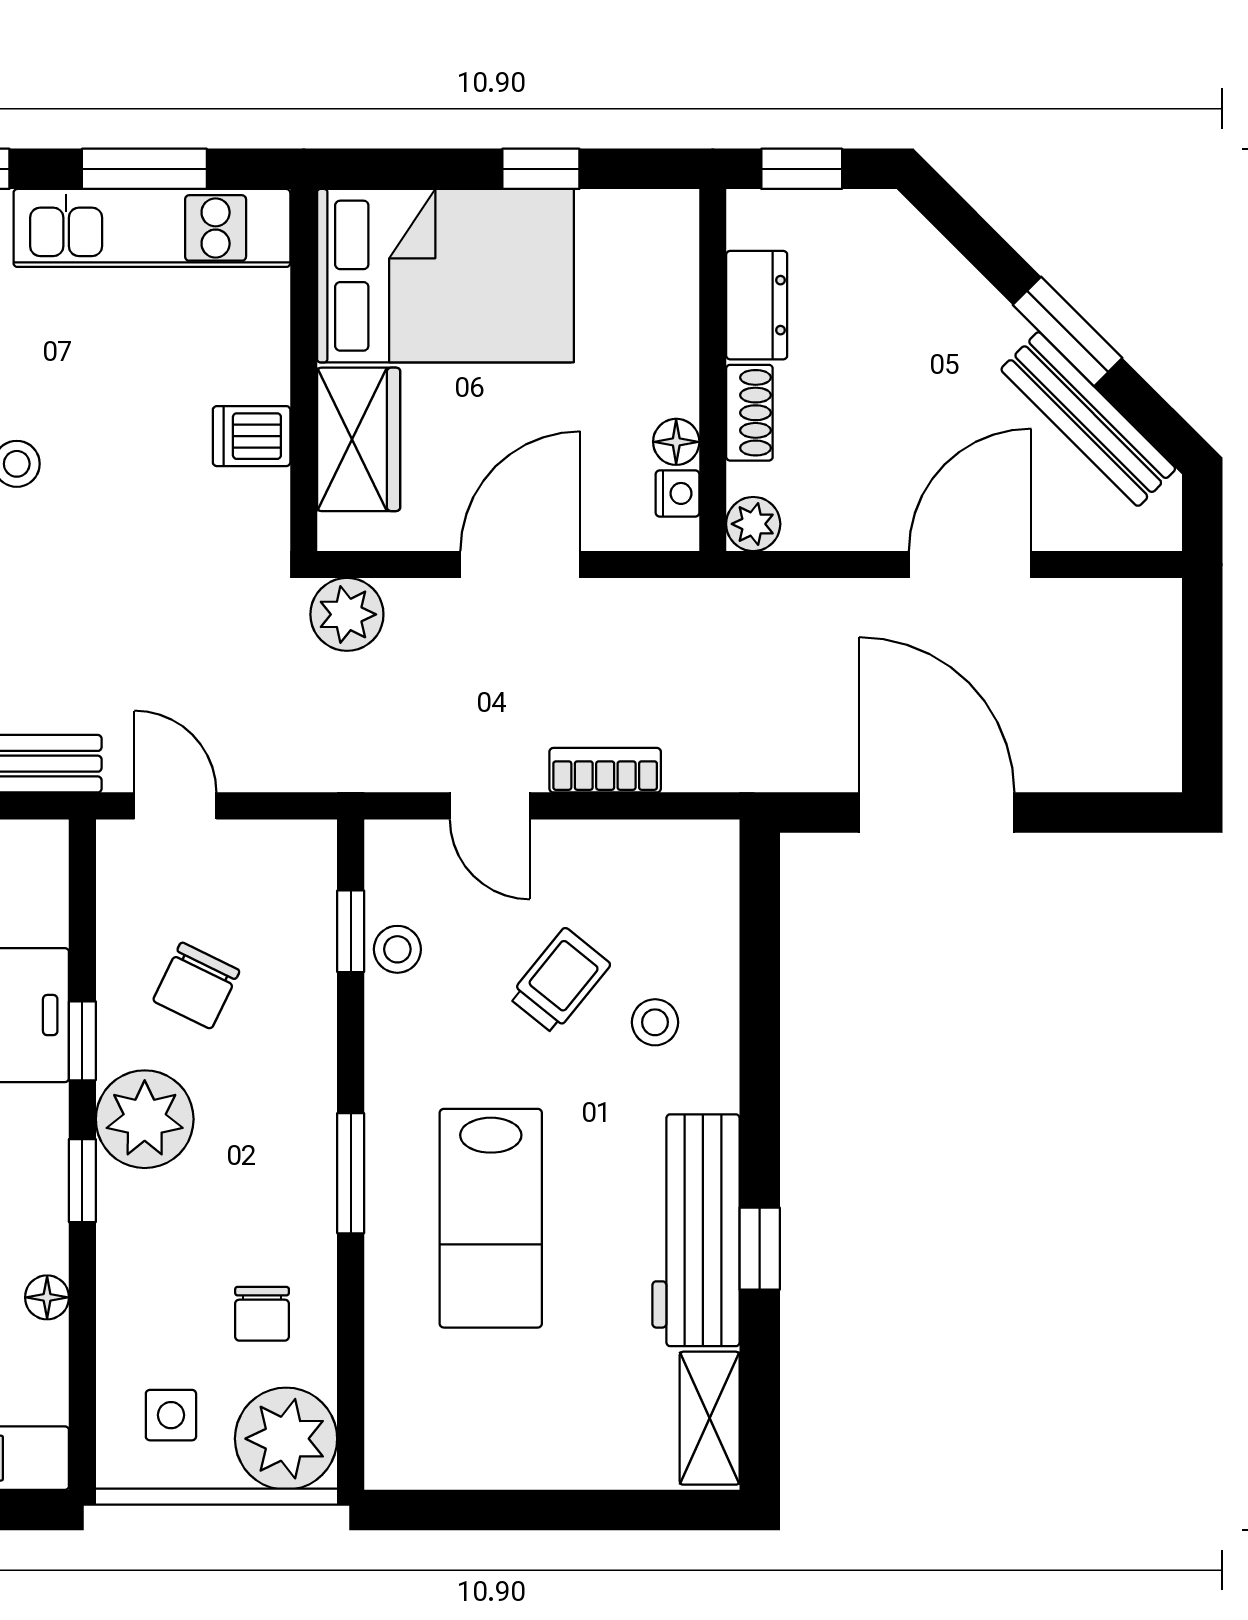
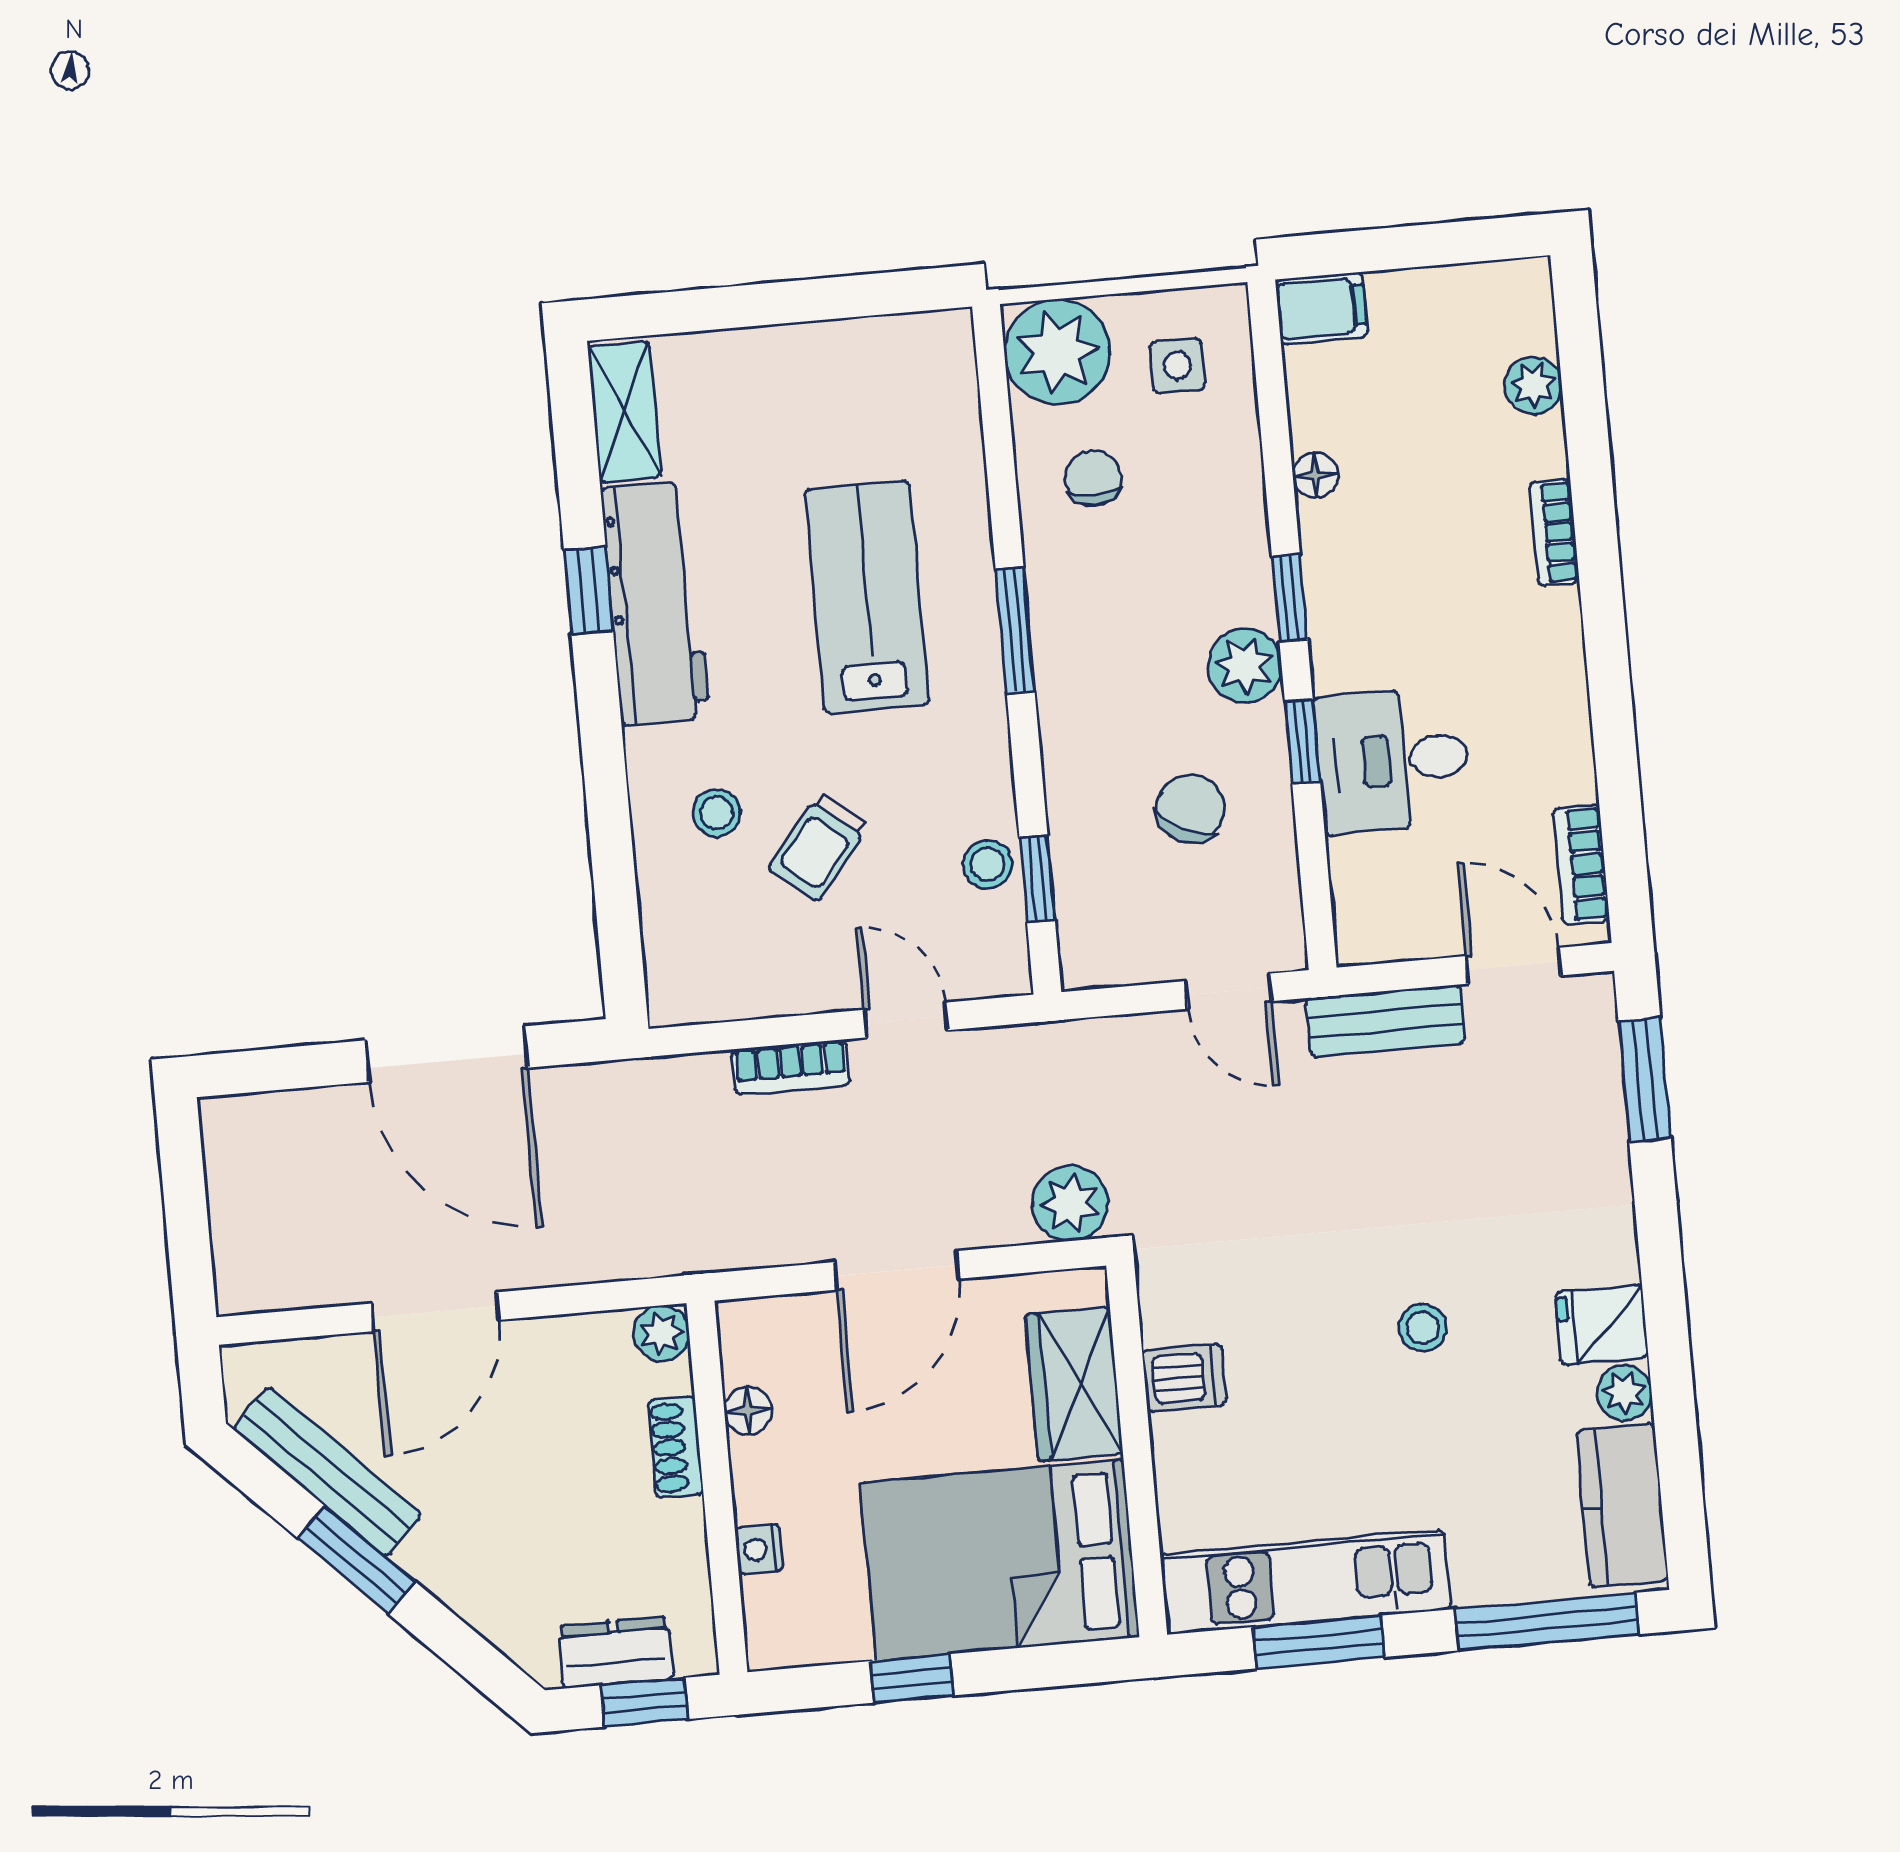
dresser: (757, 305) -> (616, 1652), moved, turned 90
nightstand: (678, 493) -> (759, 1549), moved
plant: (145, 1119) -> (1245, 666), width x0.73, depth x0.73

